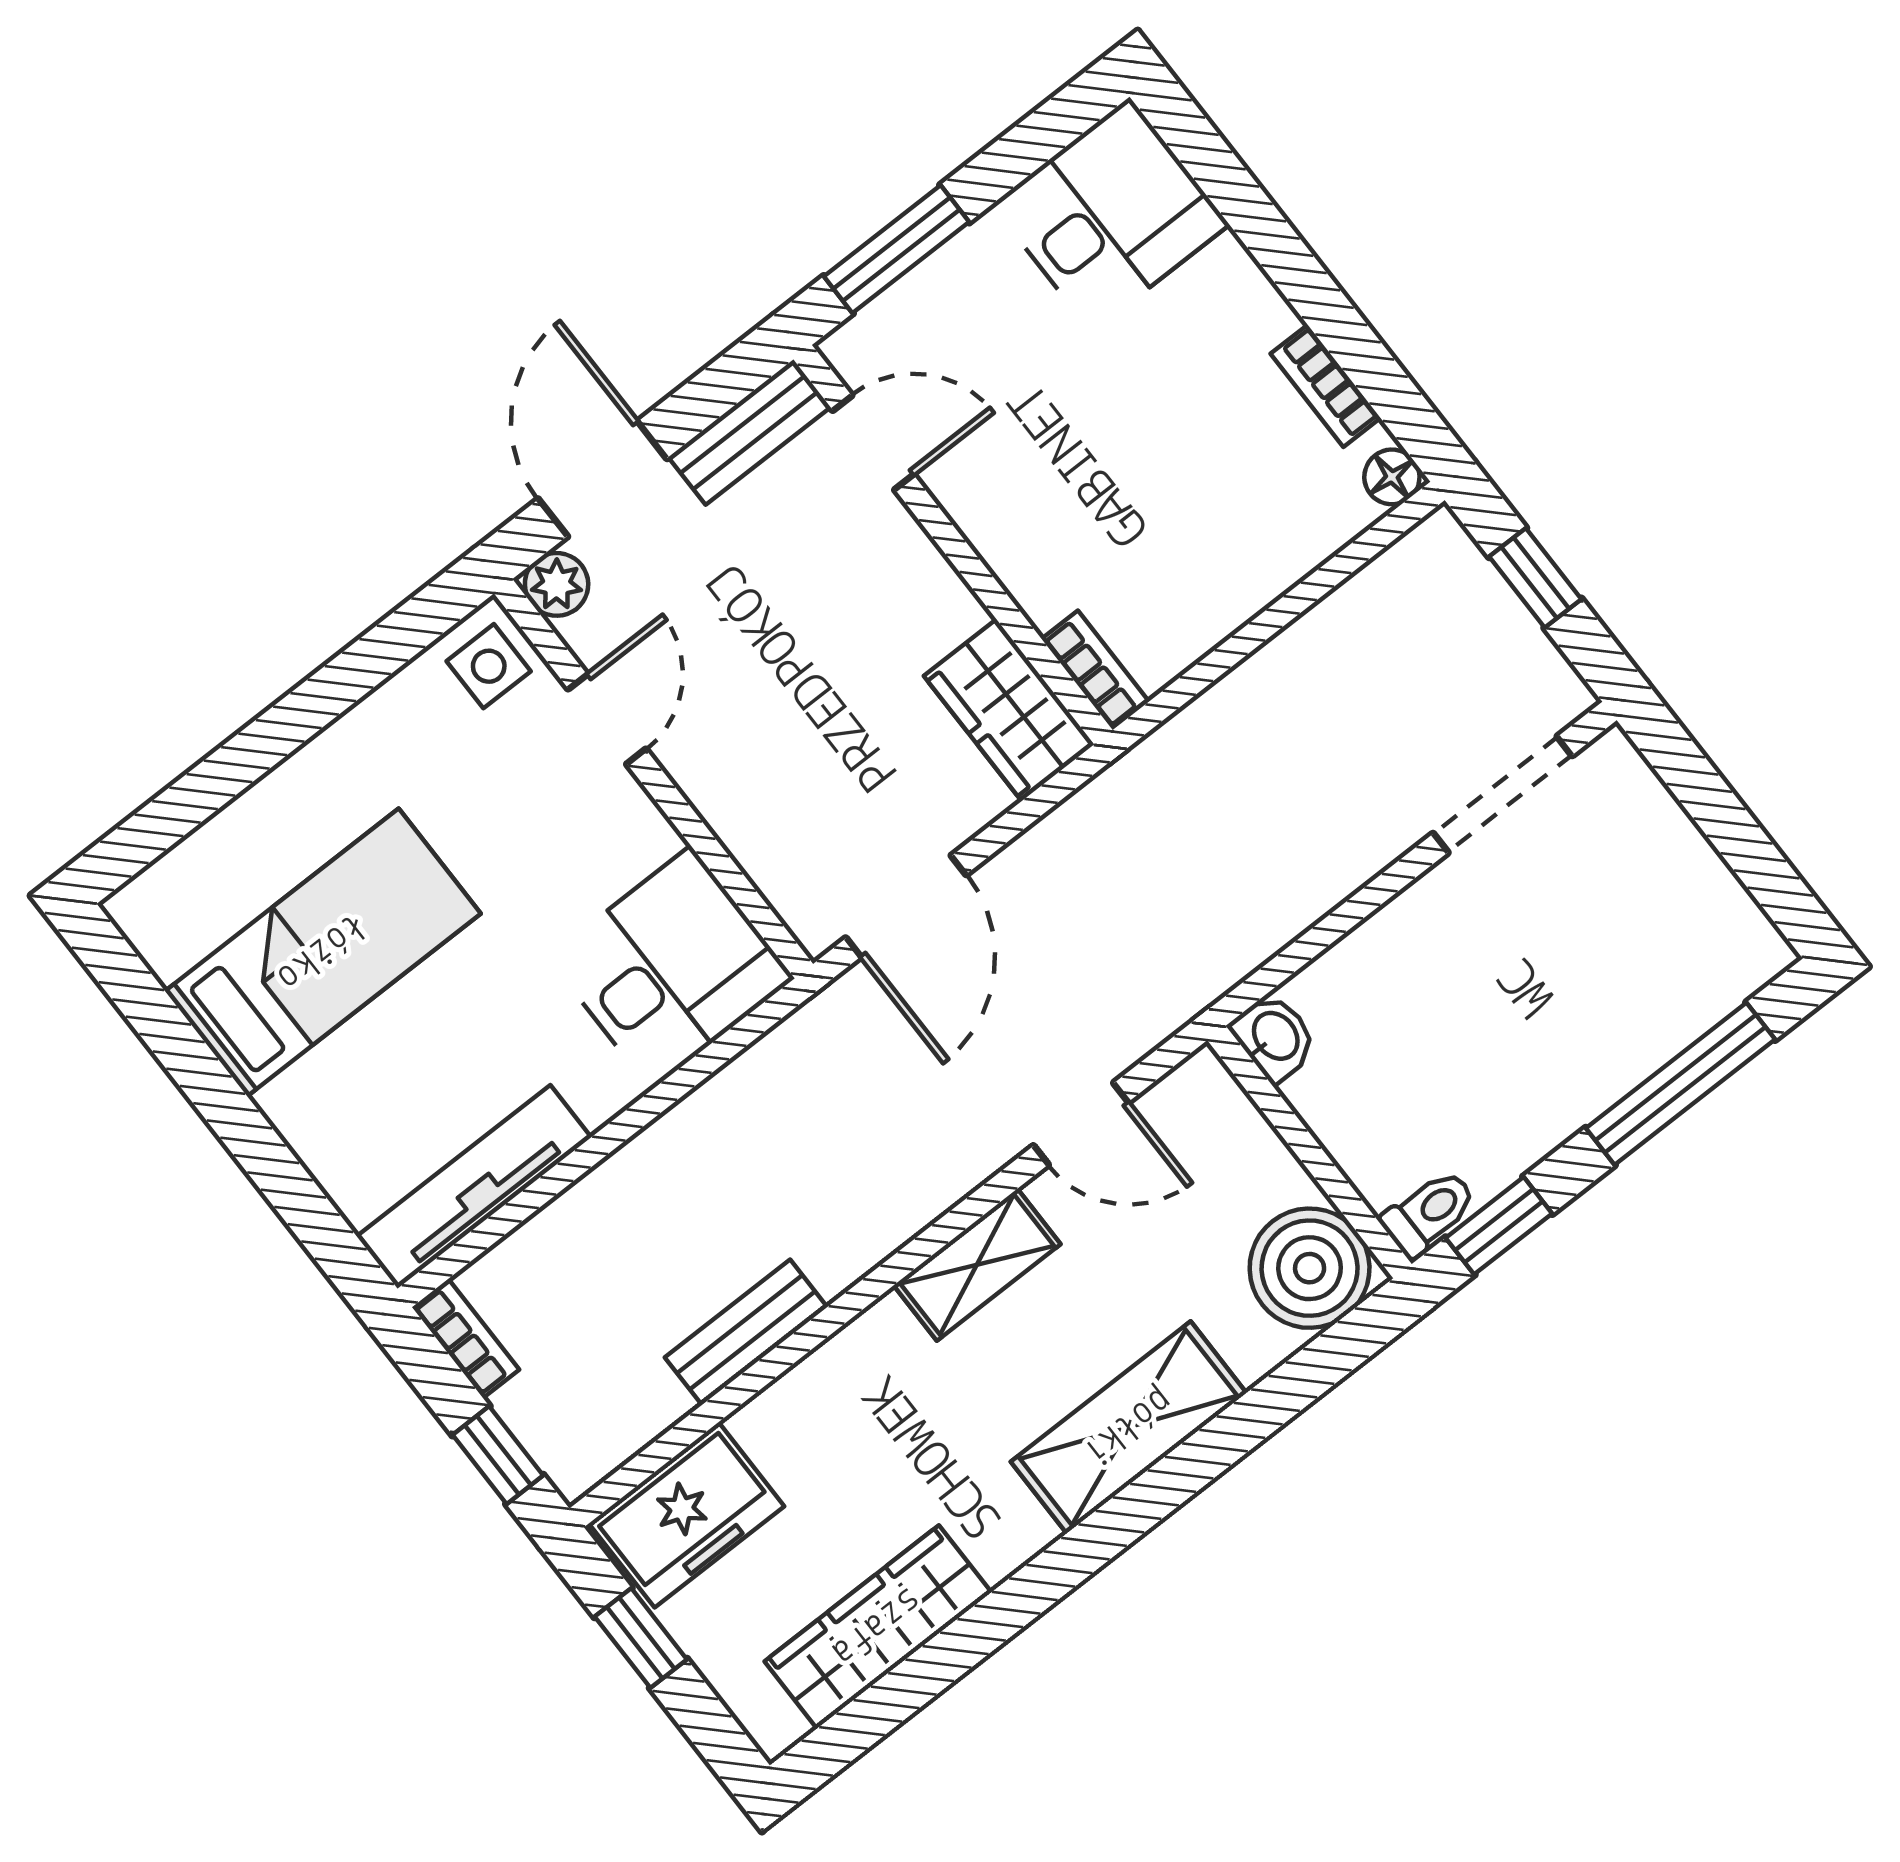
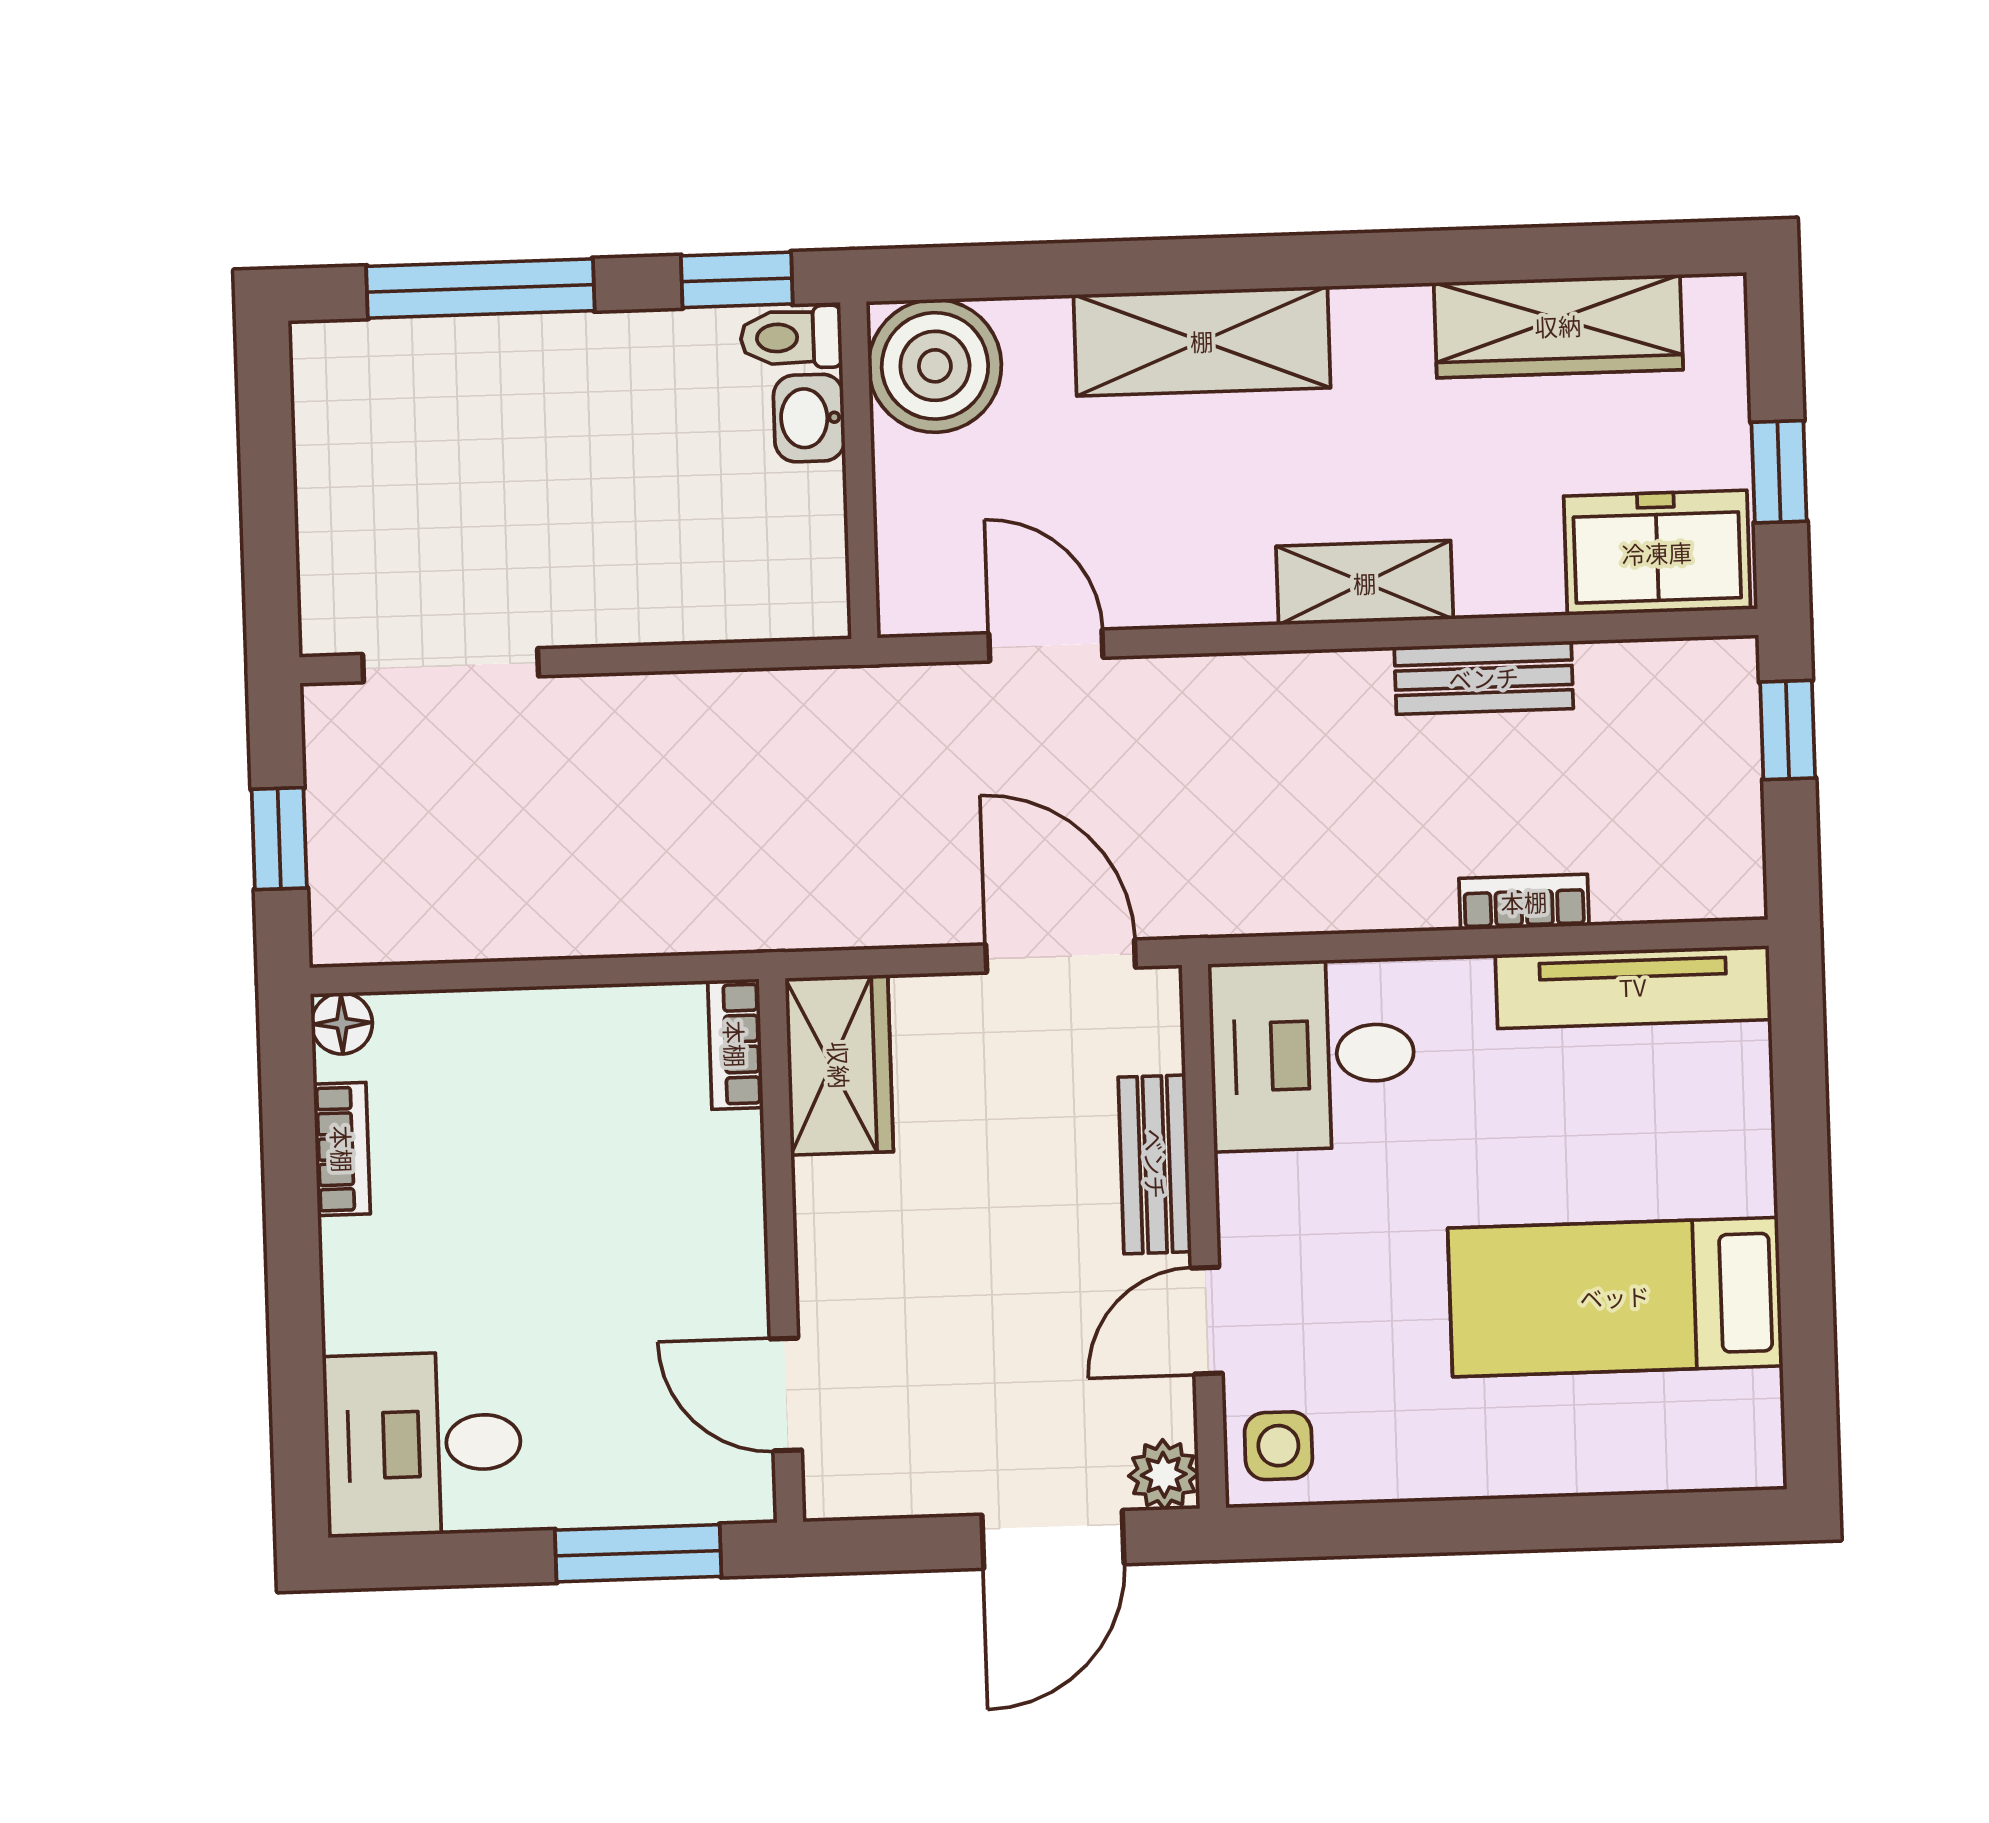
bench: (750, 432) -> (1155, 1164), moved, turned 90
door: (906, 906) -> (1061, 956), hinge flipped
washbasin: (1274, 1037) -> (809, 418), moved
shelving: (977, 1265) -> (1365, 583), moved
bookcase: (466, 1338) -> (1524, 902), moved, turned 90

